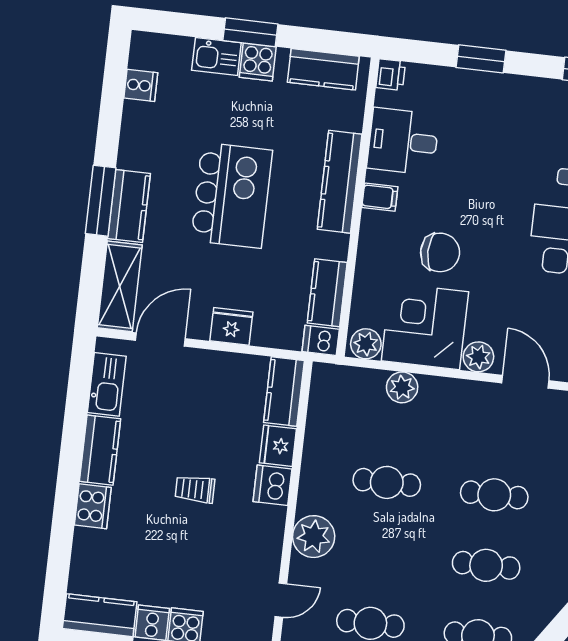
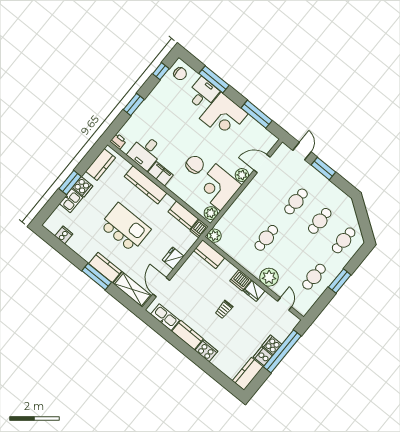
filing cabinet: (380, 197) -> (160, 174), width x2.00
plant: (402, 387) -> (214, 236), moved
fridge: (278, 446) -> (254, 291), moved

